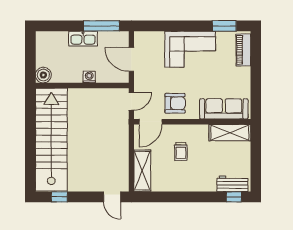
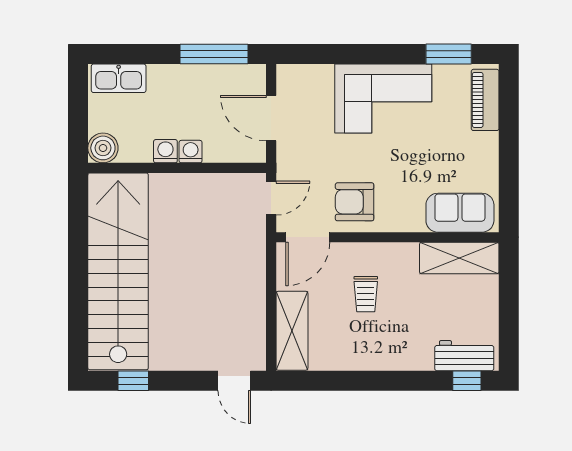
kitchen sink: (83, 39) -> (119, 78), moved
washing machine: (76, 77) -> (165, 151), added
armchair: (175, 103) -> (355, 202), turned 180
sofa: (224, 109) -> (460, 213), width x0.73

